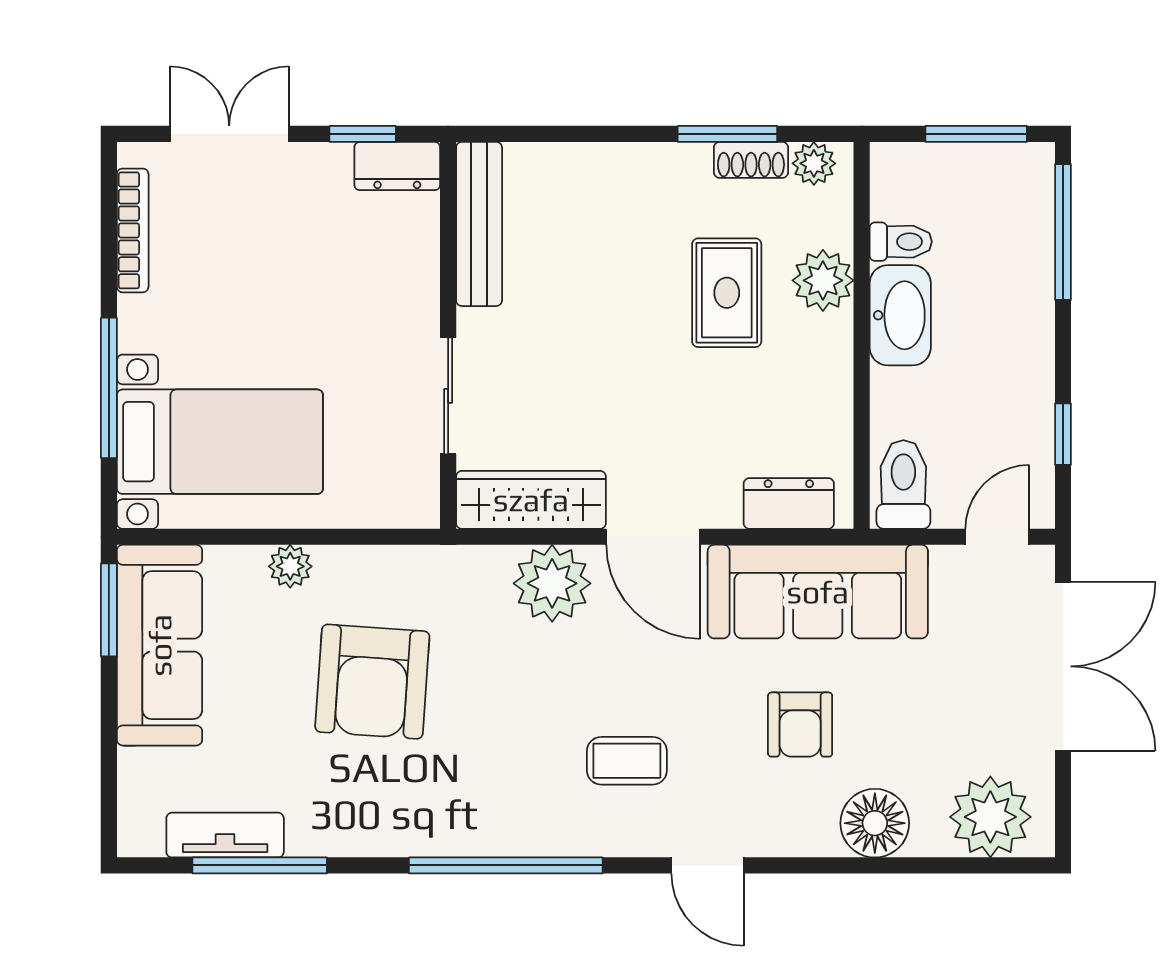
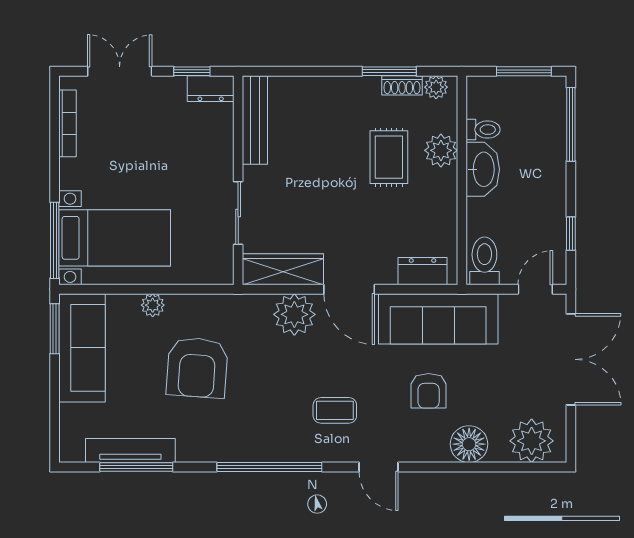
window: (109, 388) -> (55, 240), moved
tv unit: (225, 835) -> (130, 451), width x1.41

